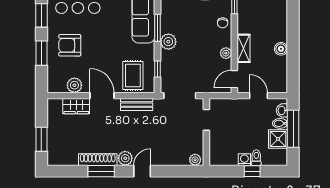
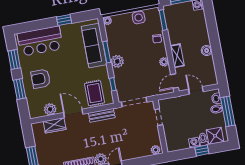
shower: (278, 139) -> (215, 136), moved

